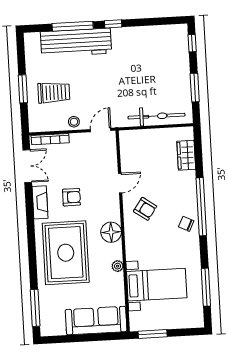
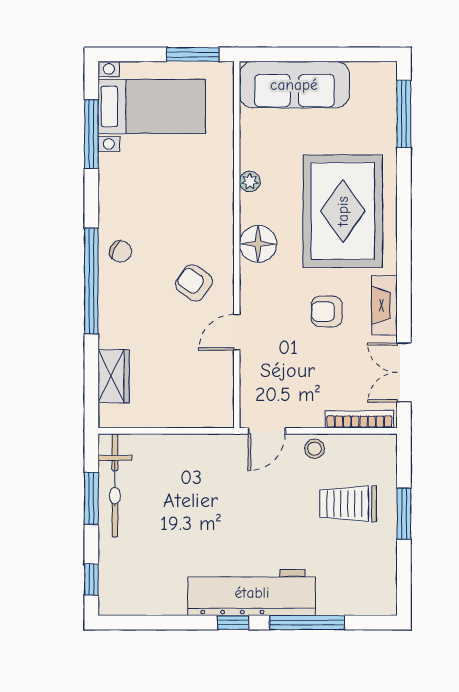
workbench: (76, 43) -> (252, 593), moved
bicycle: (156, 116) -> (115, 485), moved, turned -90
bed with nightstands: (157, 285) -> (152, 106), moved, turned 180

